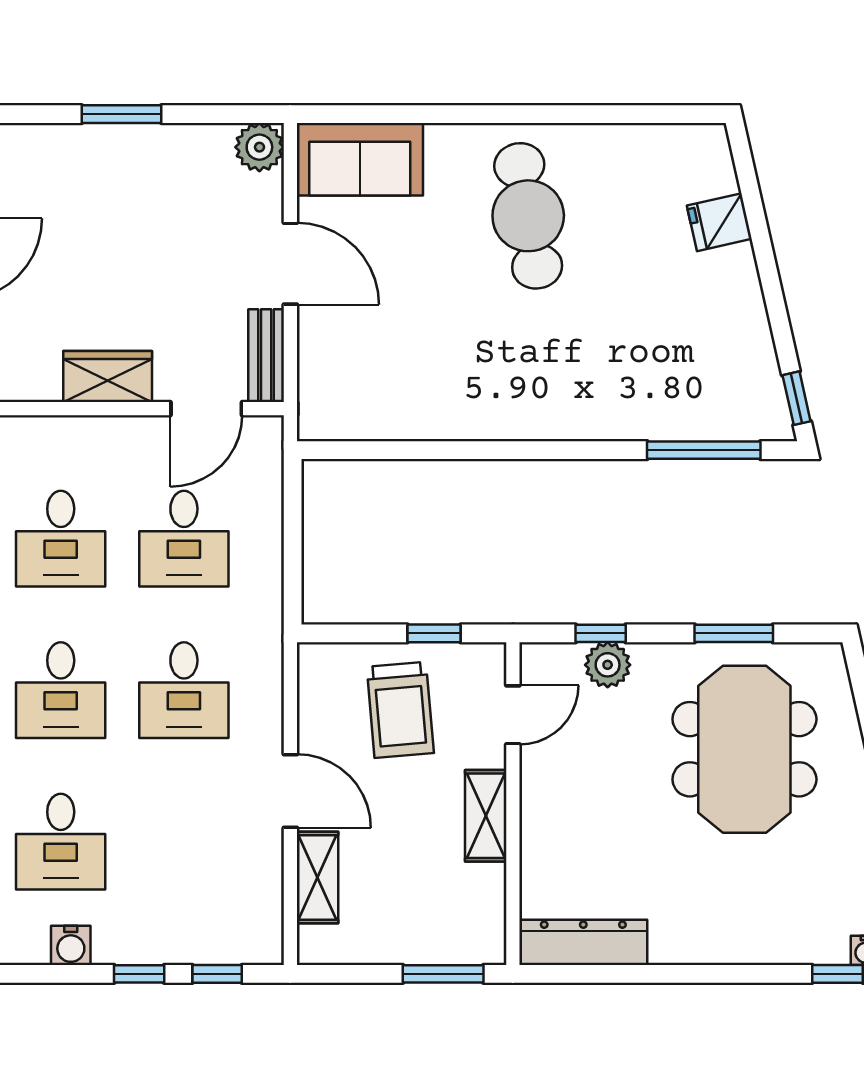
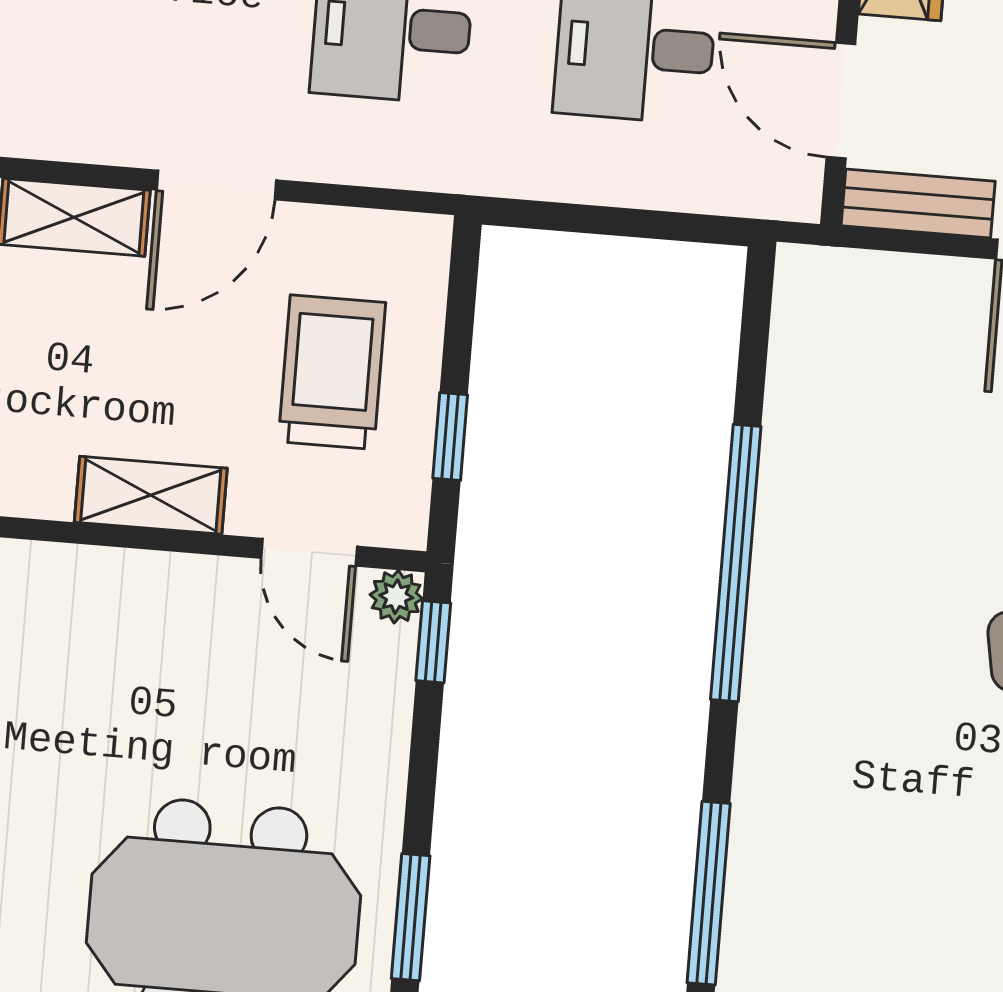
window: (498, 450) -> (736, 563), added
window: (601, 633) -> (433, 642), moved
plant: (608, 665) -> (396, 597), moved, width x0.73, depth x0.73
trolley: (400, 710) -> (332, 372), turned 95

